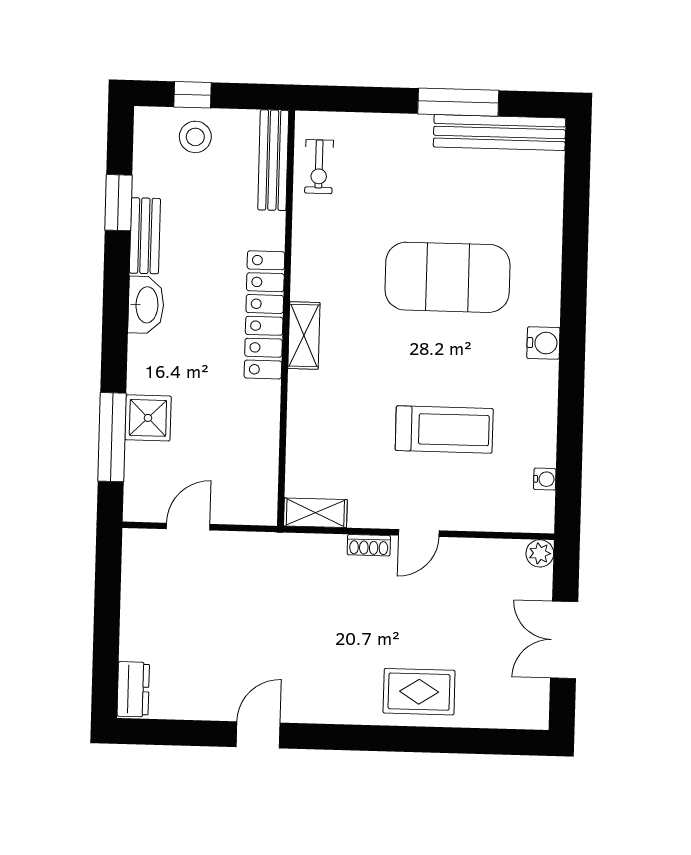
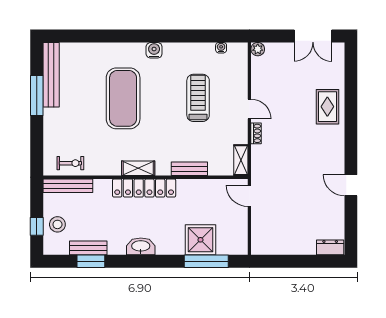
bench: (145, 236) -> (88, 248), moved
shelving: (304, 336) -> (138, 168), moved
bench: (301, 408) -> (189, 169), added
shower: (148, 418) -> (200, 240), width x1.36, depth x1.36
door: (188, 527) -> (249, 196), moved
double door: (564, 640) -> (313, 36), moved

